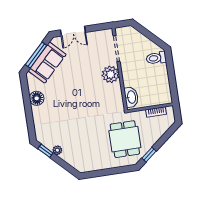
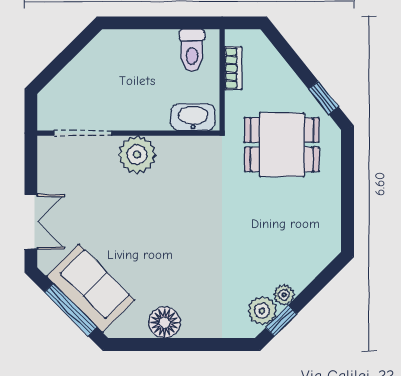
toilet: (156, 58) -> (192, 50), moved
plant: (49, 142) -> (262, 311), added

